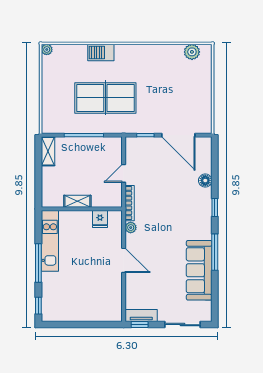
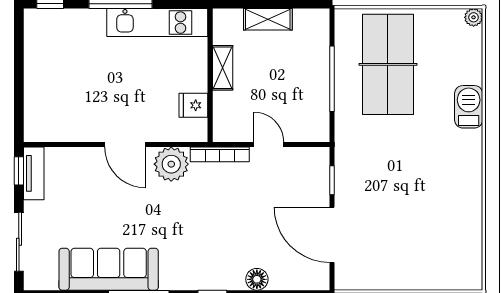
plant: (192, 52) -> (470, 257), removed
table tennis table: (105, 98) -> (388, 64), moved
door: (178, 135) -> (332, 235), hinge flipped
shelving: (48, 151) -> (268, 19), moved
plant: (131, 228) -> (171, 164), width x1.88, depth x1.88
door: (124, 260) -> (125, 145), hinge flipped

